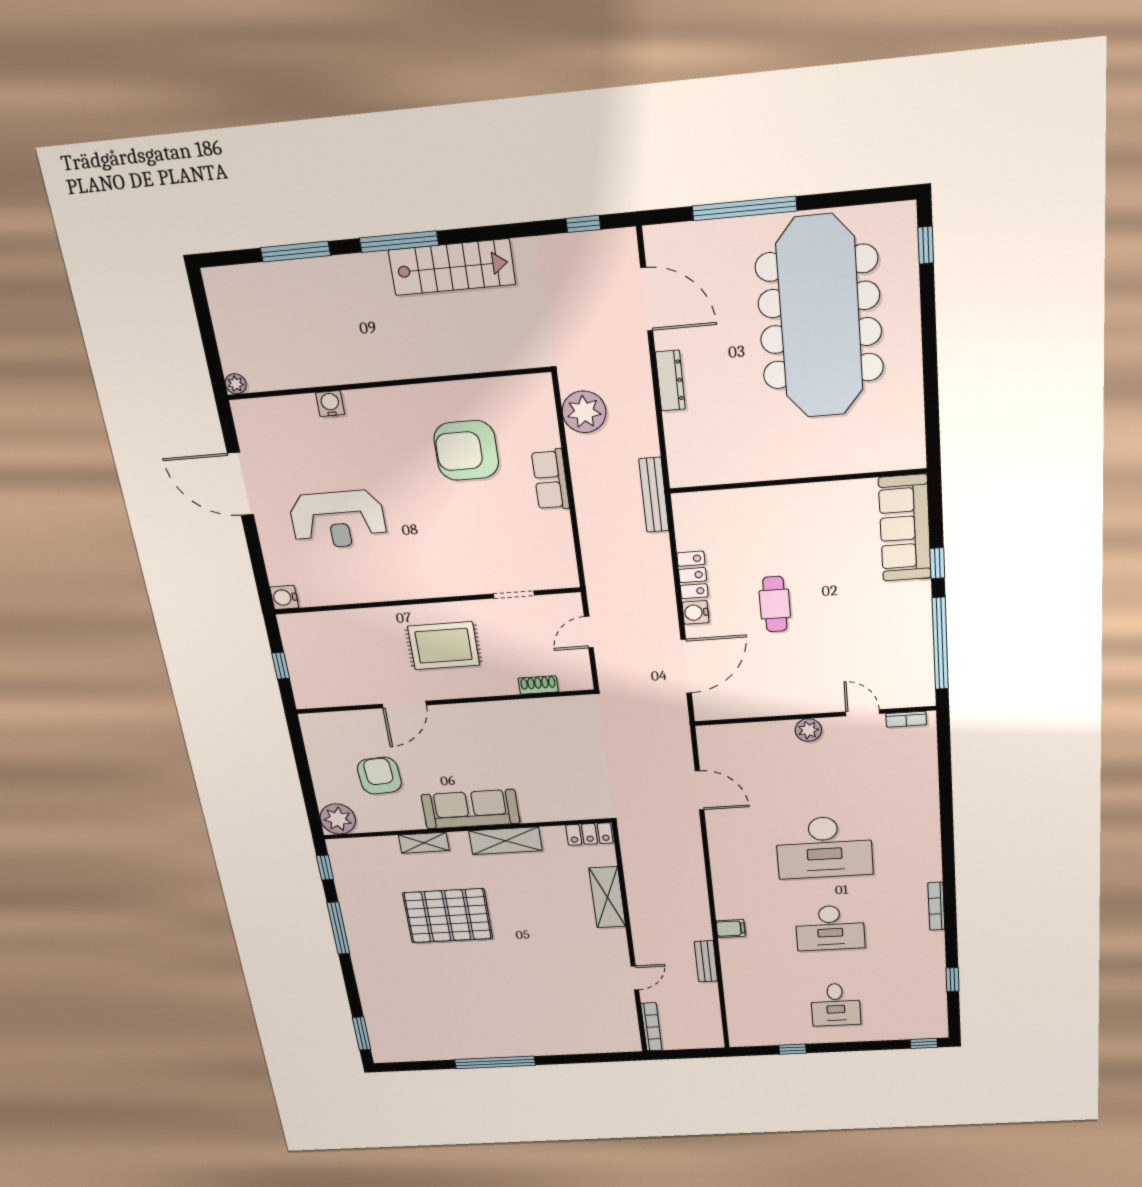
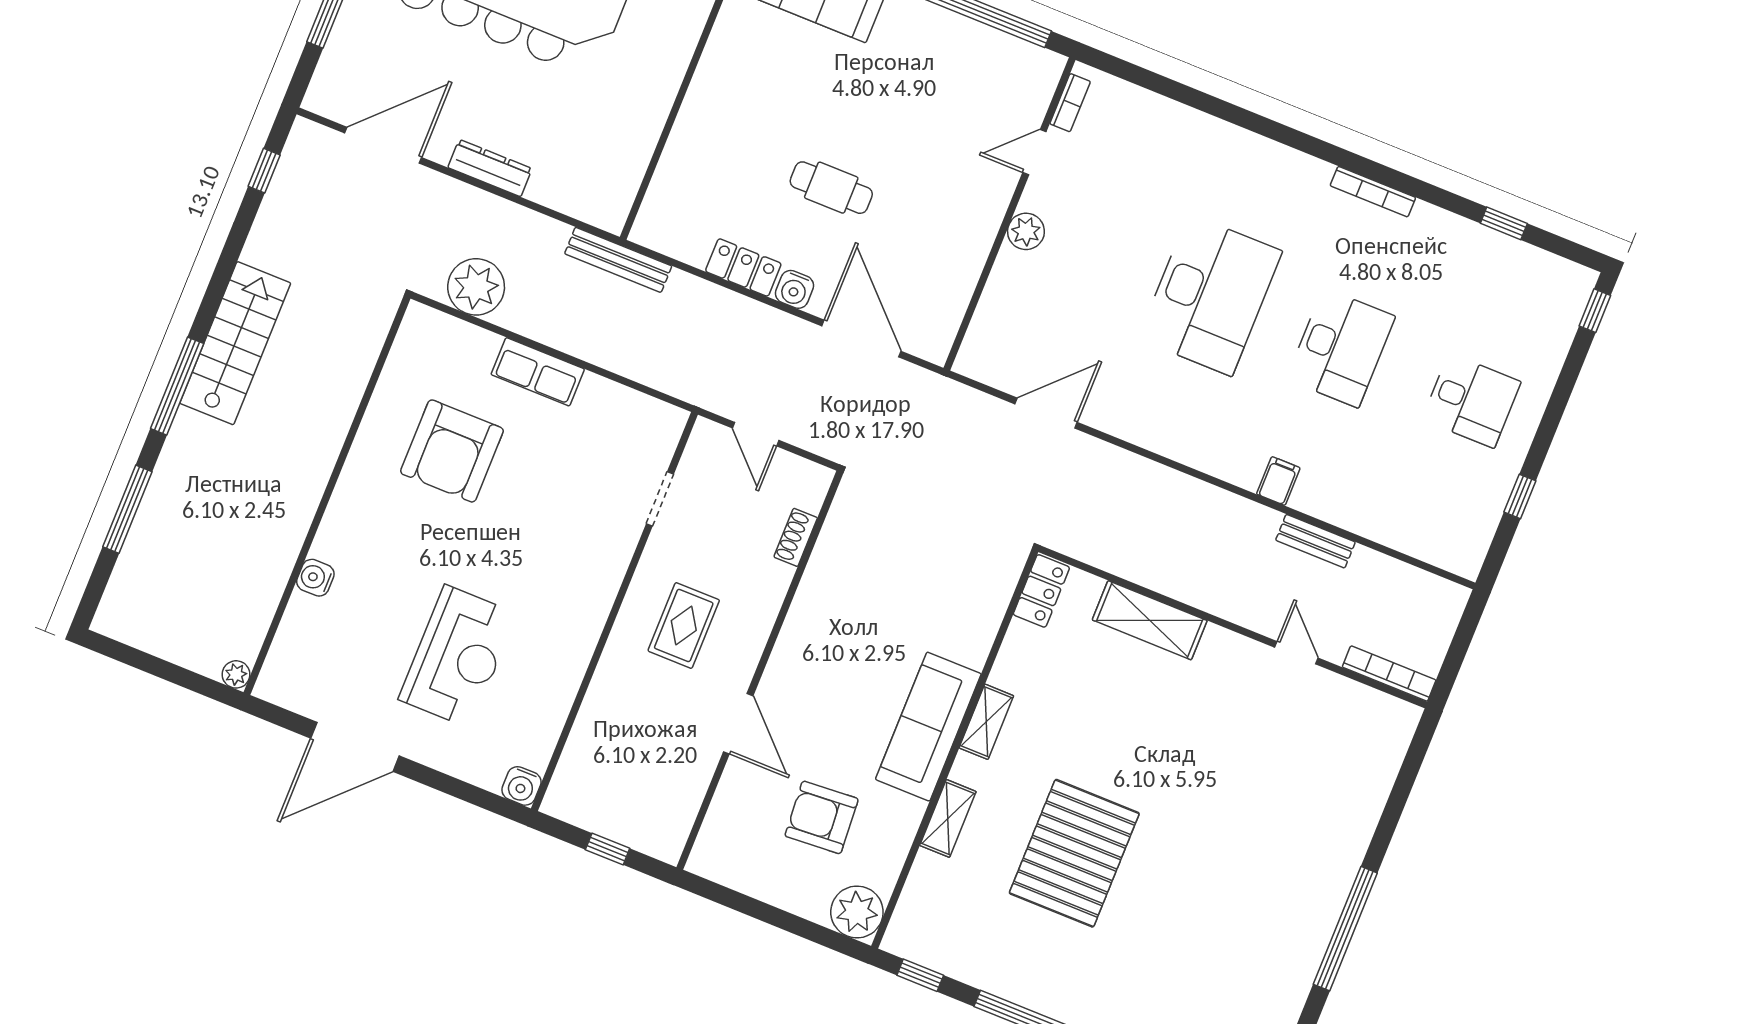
rug: (444, 646) -> (684, 626), width x0.73, depth x0.70
shelving: (505, 841) -> (986, 722), width x0.67, depth x0.75

